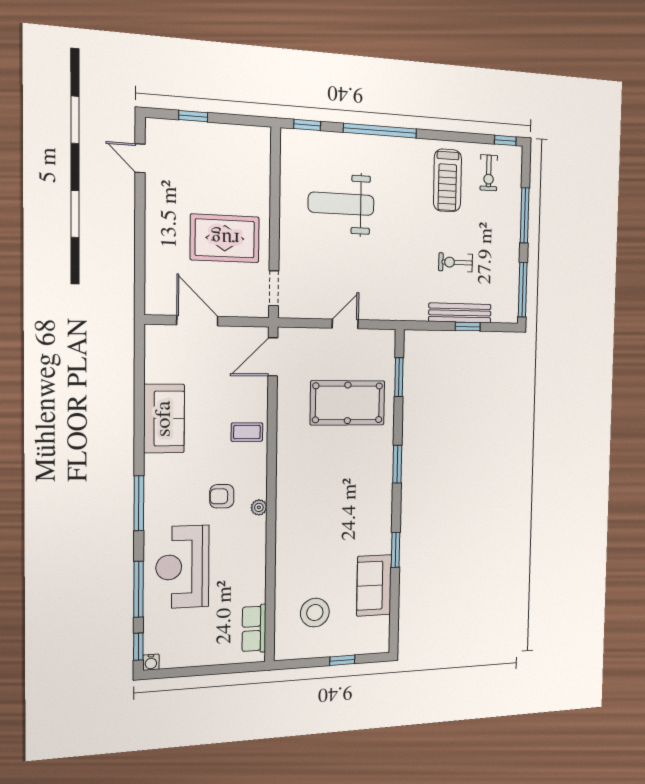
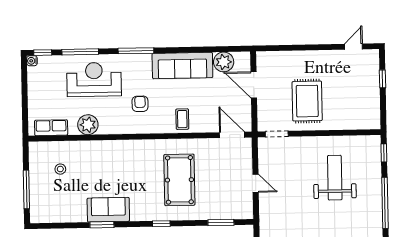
door: (197, 321) -> (254, 85), swing flipped
plant: (160, 367) -> (224, 62), added
pool table: (348, 403) -> (179, 180), moved
sofa: (164, 419) -> (182, 65), width x1.36
window: (397, 464) -> (161, 224), width x0.67
plant: (259, 507) -> (88, 125), moved, width x1.87, depth x1.87
sofa: (374, 585) -> (108, 210), moved
stool: (315, 613) -> (60, 169), width x0.53, depth x0.53
window: (342, 660) -> (26, 189), width x2.17

